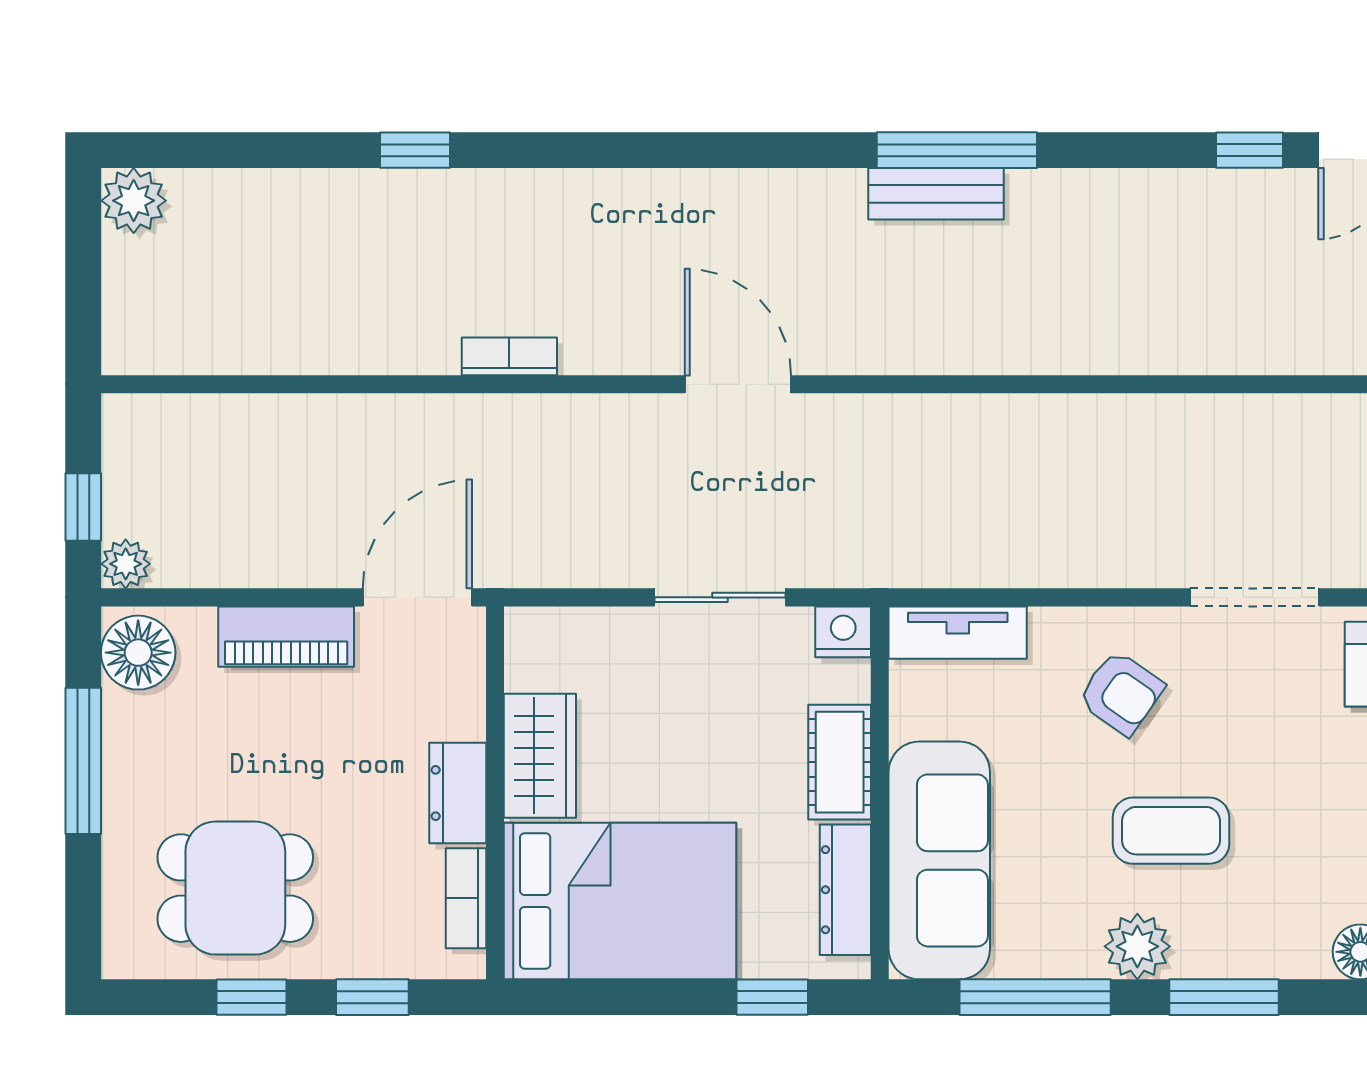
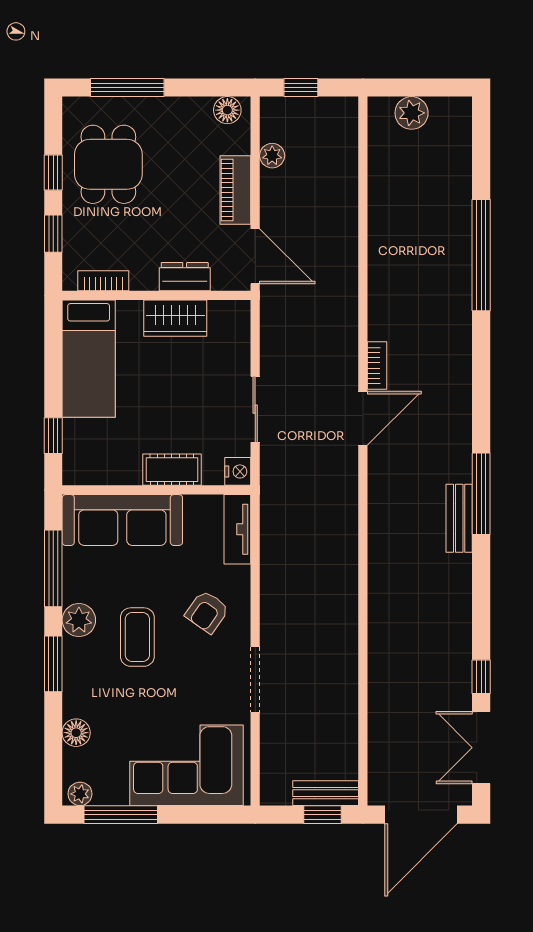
window: (415, 150) -> (481, 255), width x3.17
window: (957, 150) -> (481, 494), moved
plant: (134, 201) -> (412, 113), moved
bookcase: (509, 356) -> (377, 366), moved
plant: (126, 564) -> (272, 156), moved
floor lamp: (138, 653) -> (227, 110), width x0.73, depth x0.73
window: (83, 761) -> (127, 87), moved
dresser: (458, 793) -> (185, 277), moved
dresser: (845, 890) -> (108, 473), removed
bed: (620, 901) -> (89, 359), width x0.67

